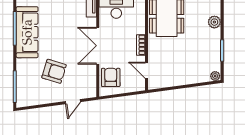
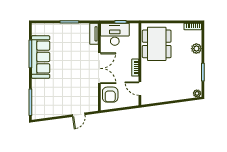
double door: (98, 46) -> (99, 68), swing flipped
armchair: (54, 71) -> (63, 90), removed
armchair: (111, 77) -> (110, 95), turned 180

